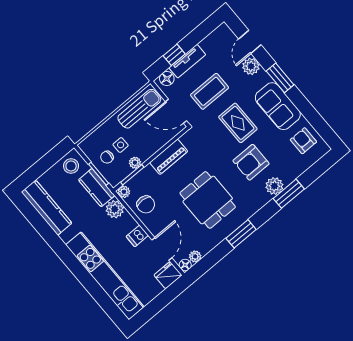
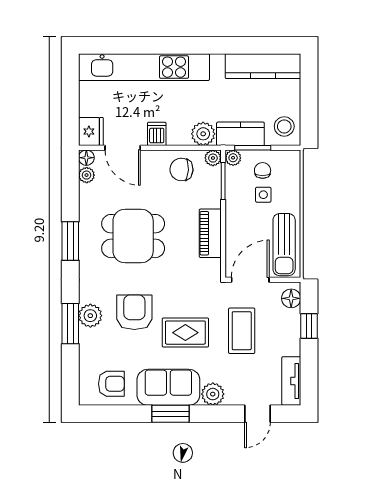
door: (250, 42) -> (257, 414), swing flipped
tv unit: (187, 61) -> (291, 381), moved
plant: (251, 66) -> (213, 394), moved
window: (280, 78) -> (171, 414), moved
plant: (135, 163) -> (233, 158), moved

